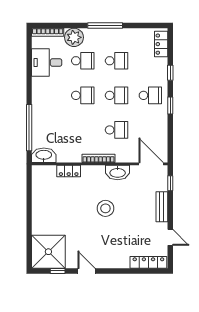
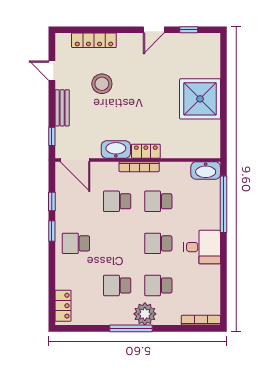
plant: (74, 37) -> (145, 314), moved
desk: (47, 62) -> (202, 247), moved
window: (170, 73) -> (52, 202), moved
school desk: (117, 95) -> (158, 201), moved
locker: (69, 171) -> (146, 151), moved
stool: (105, 208) -> (102, 84), moved
shower: (48, 252) -> (200, 99), moved
locker: (148, 262) -> (94, 40), moved
door: (86, 271) -> (154, 30), hinge flipped

